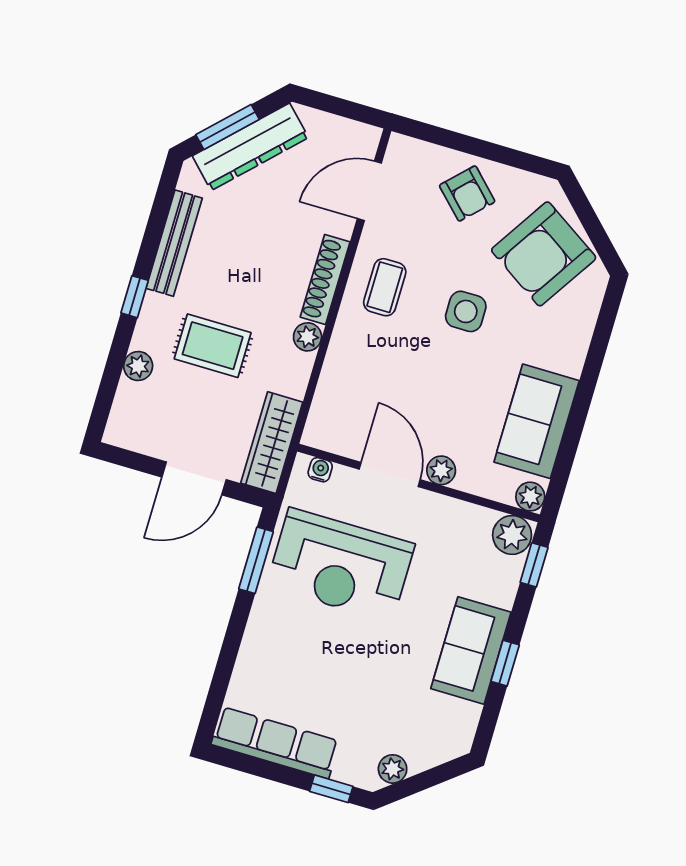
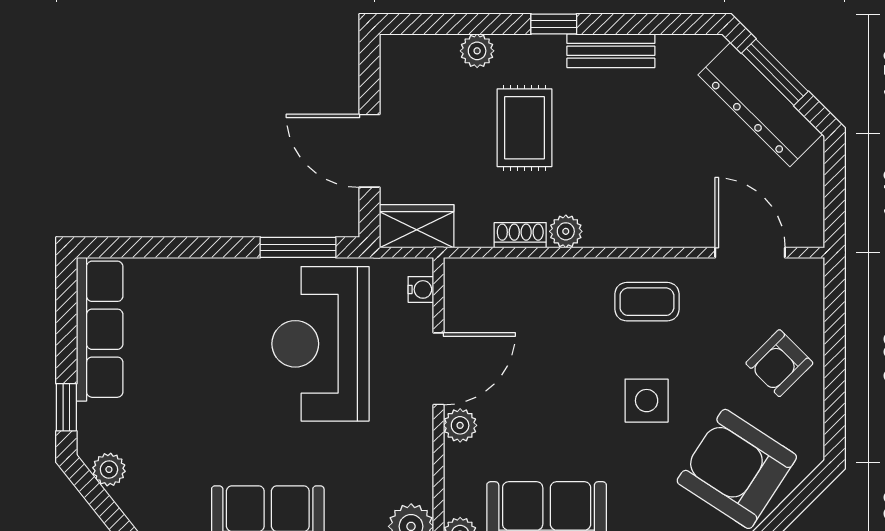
bench: (174, 243) -> (611, 51), width x0.73
shoe rack: (325, 280) -> (520, 235), moved, width x0.51, depth x0.81
wardrobe: (272, 443) -> (417, 226), width x0.67

